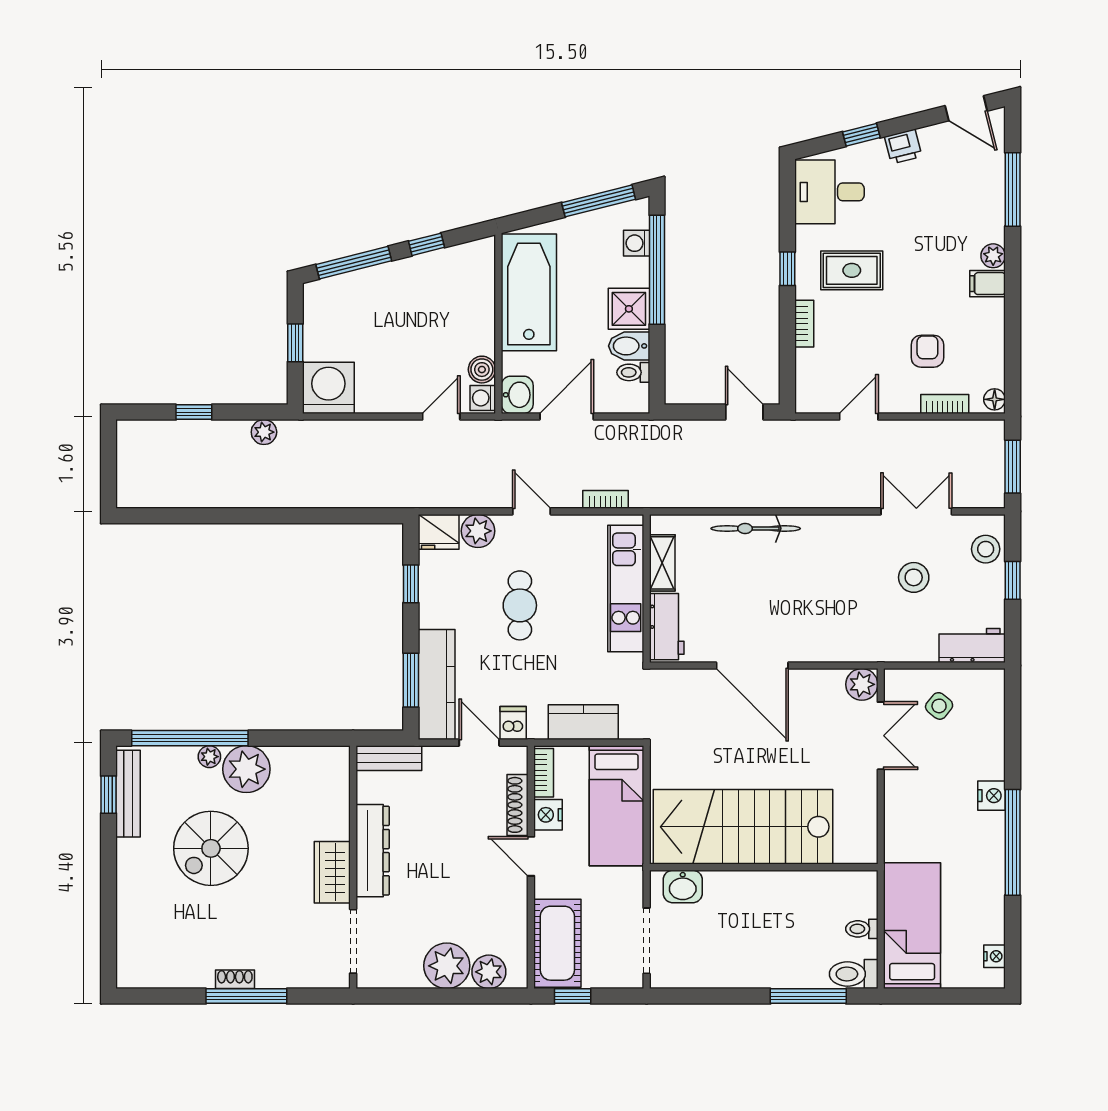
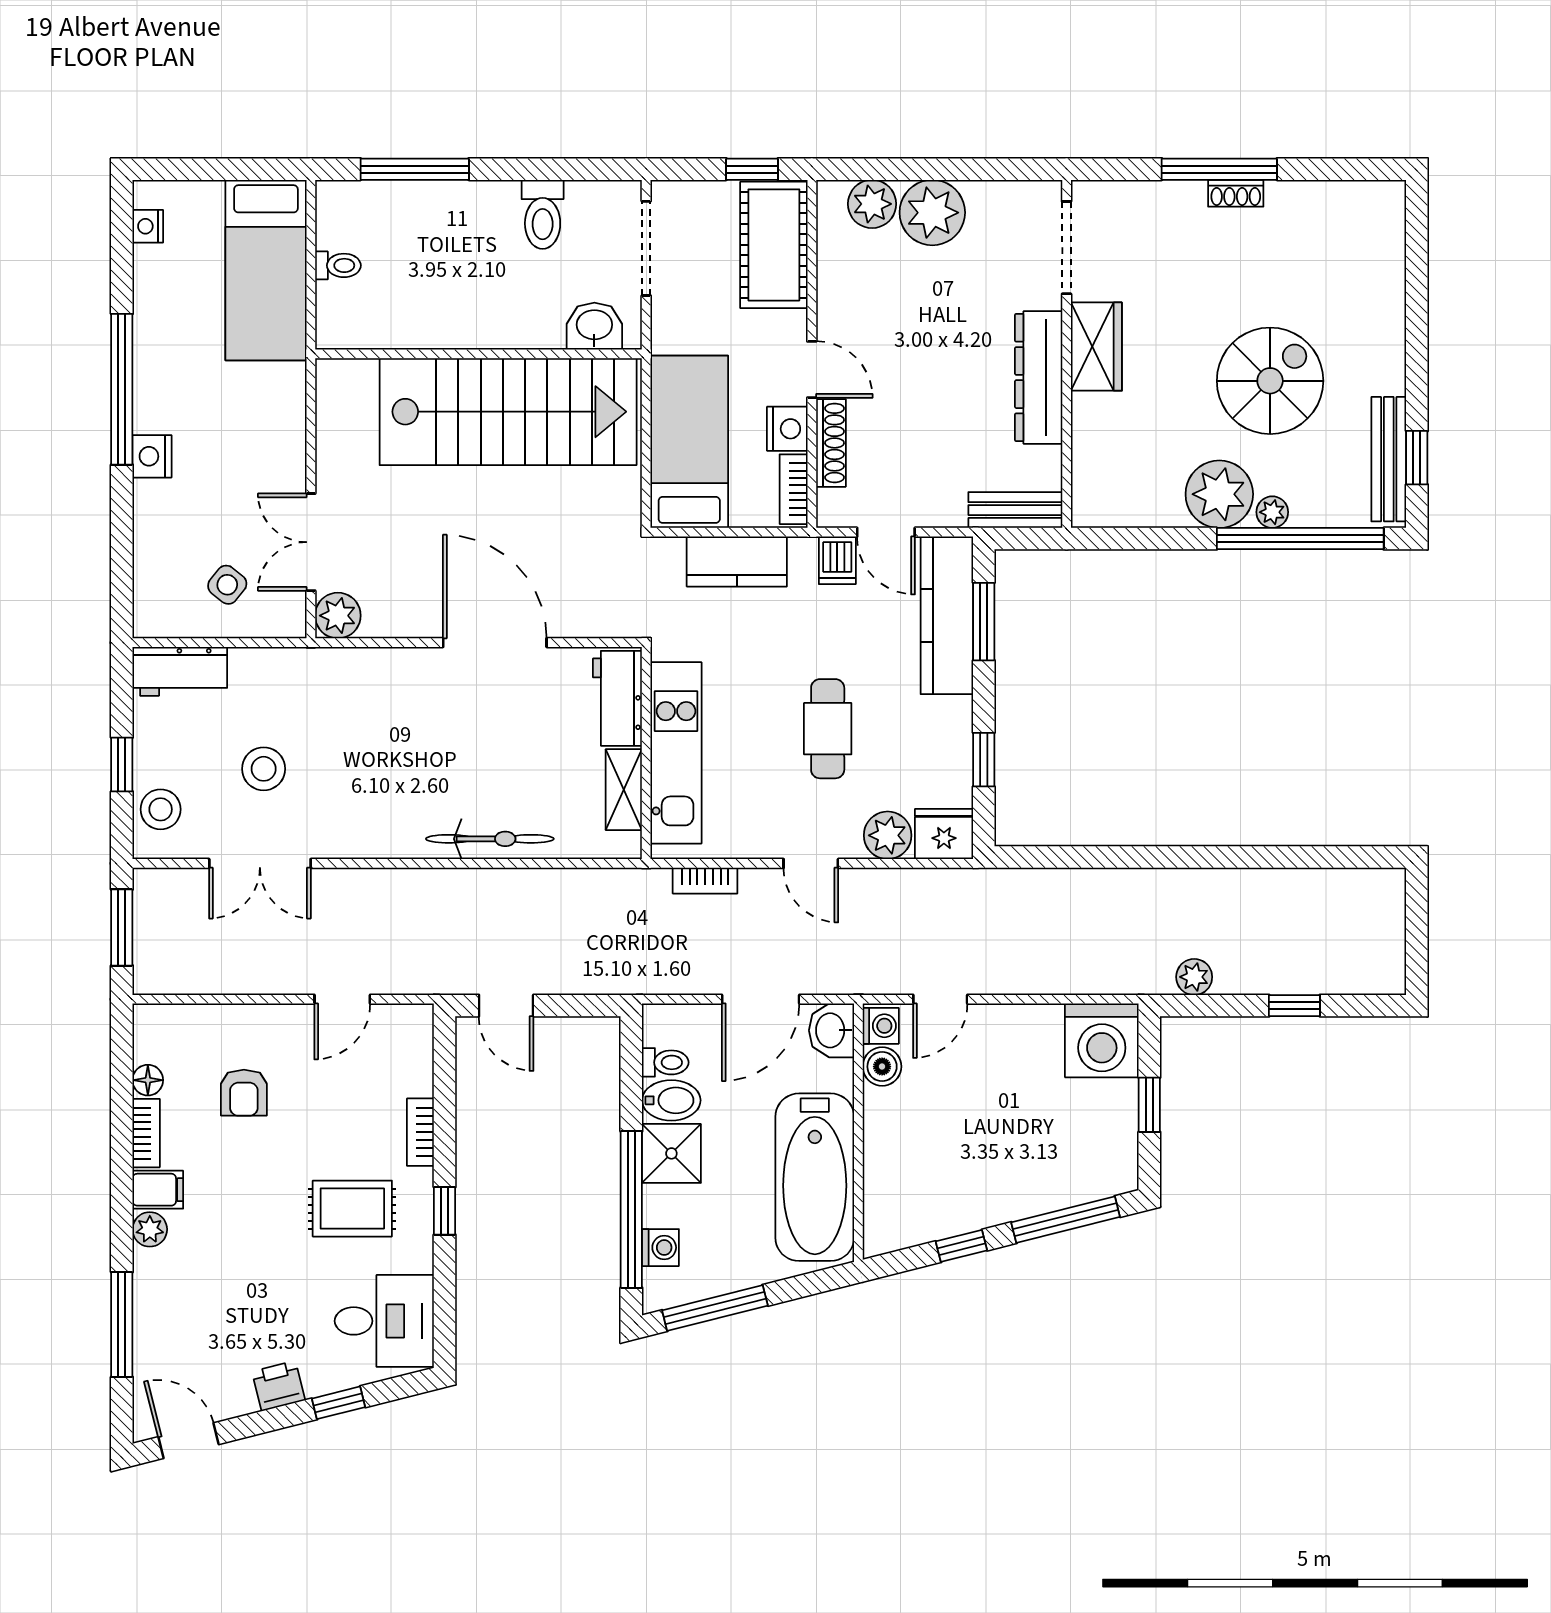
floor lamp: (995, 399) -> (148, 1080), moved
bookcase: (945, 404) -> (146, 1133), moved, turned -90
toilet: (854, 974) -> (543, 214), moved, turned 90

